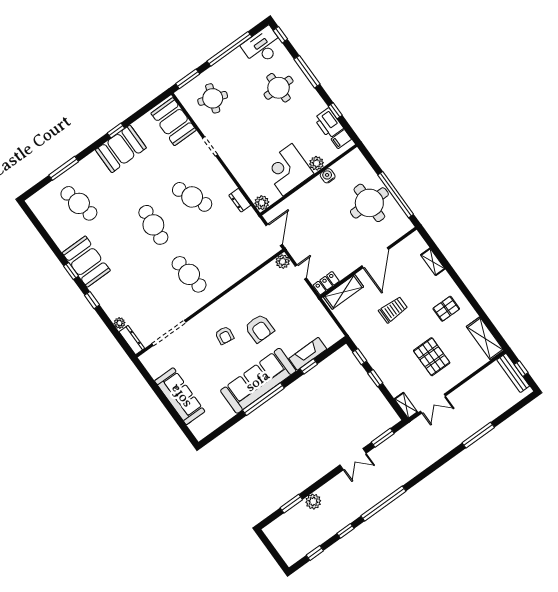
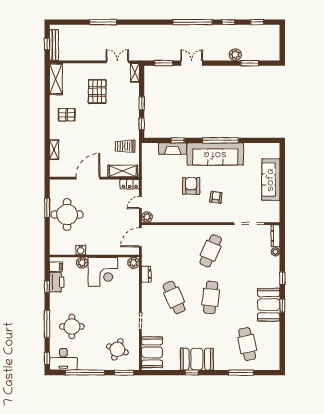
window: (396, 195) -> (47, 208), width x0.47
cafe table: (189, 274) -> (211, 251), turned 30
trolley: (393, 310) -> (125, 146), moved

